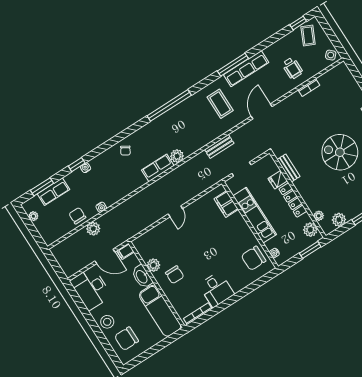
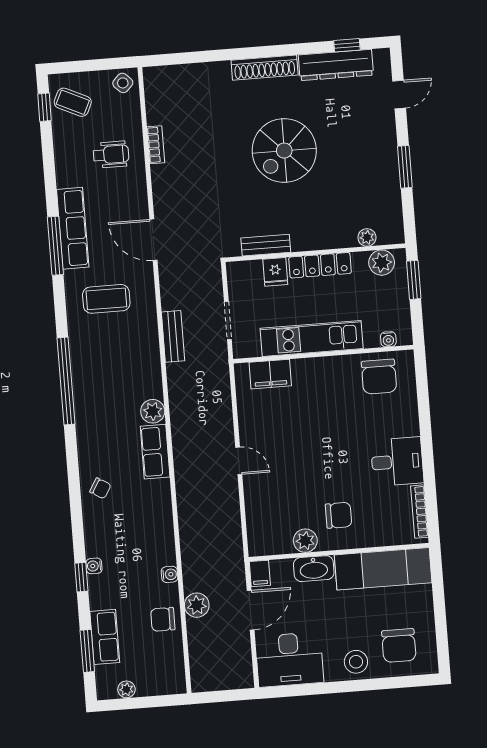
plant: (339, 220) -> (390, 209), removed

